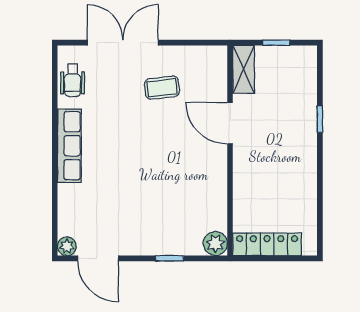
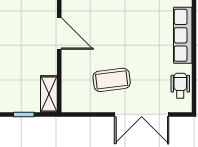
coffee table: (162, 88) -> (112, 80), width x1.36, depth x1.30
door: (230, 123) -> (59, 34), moved

